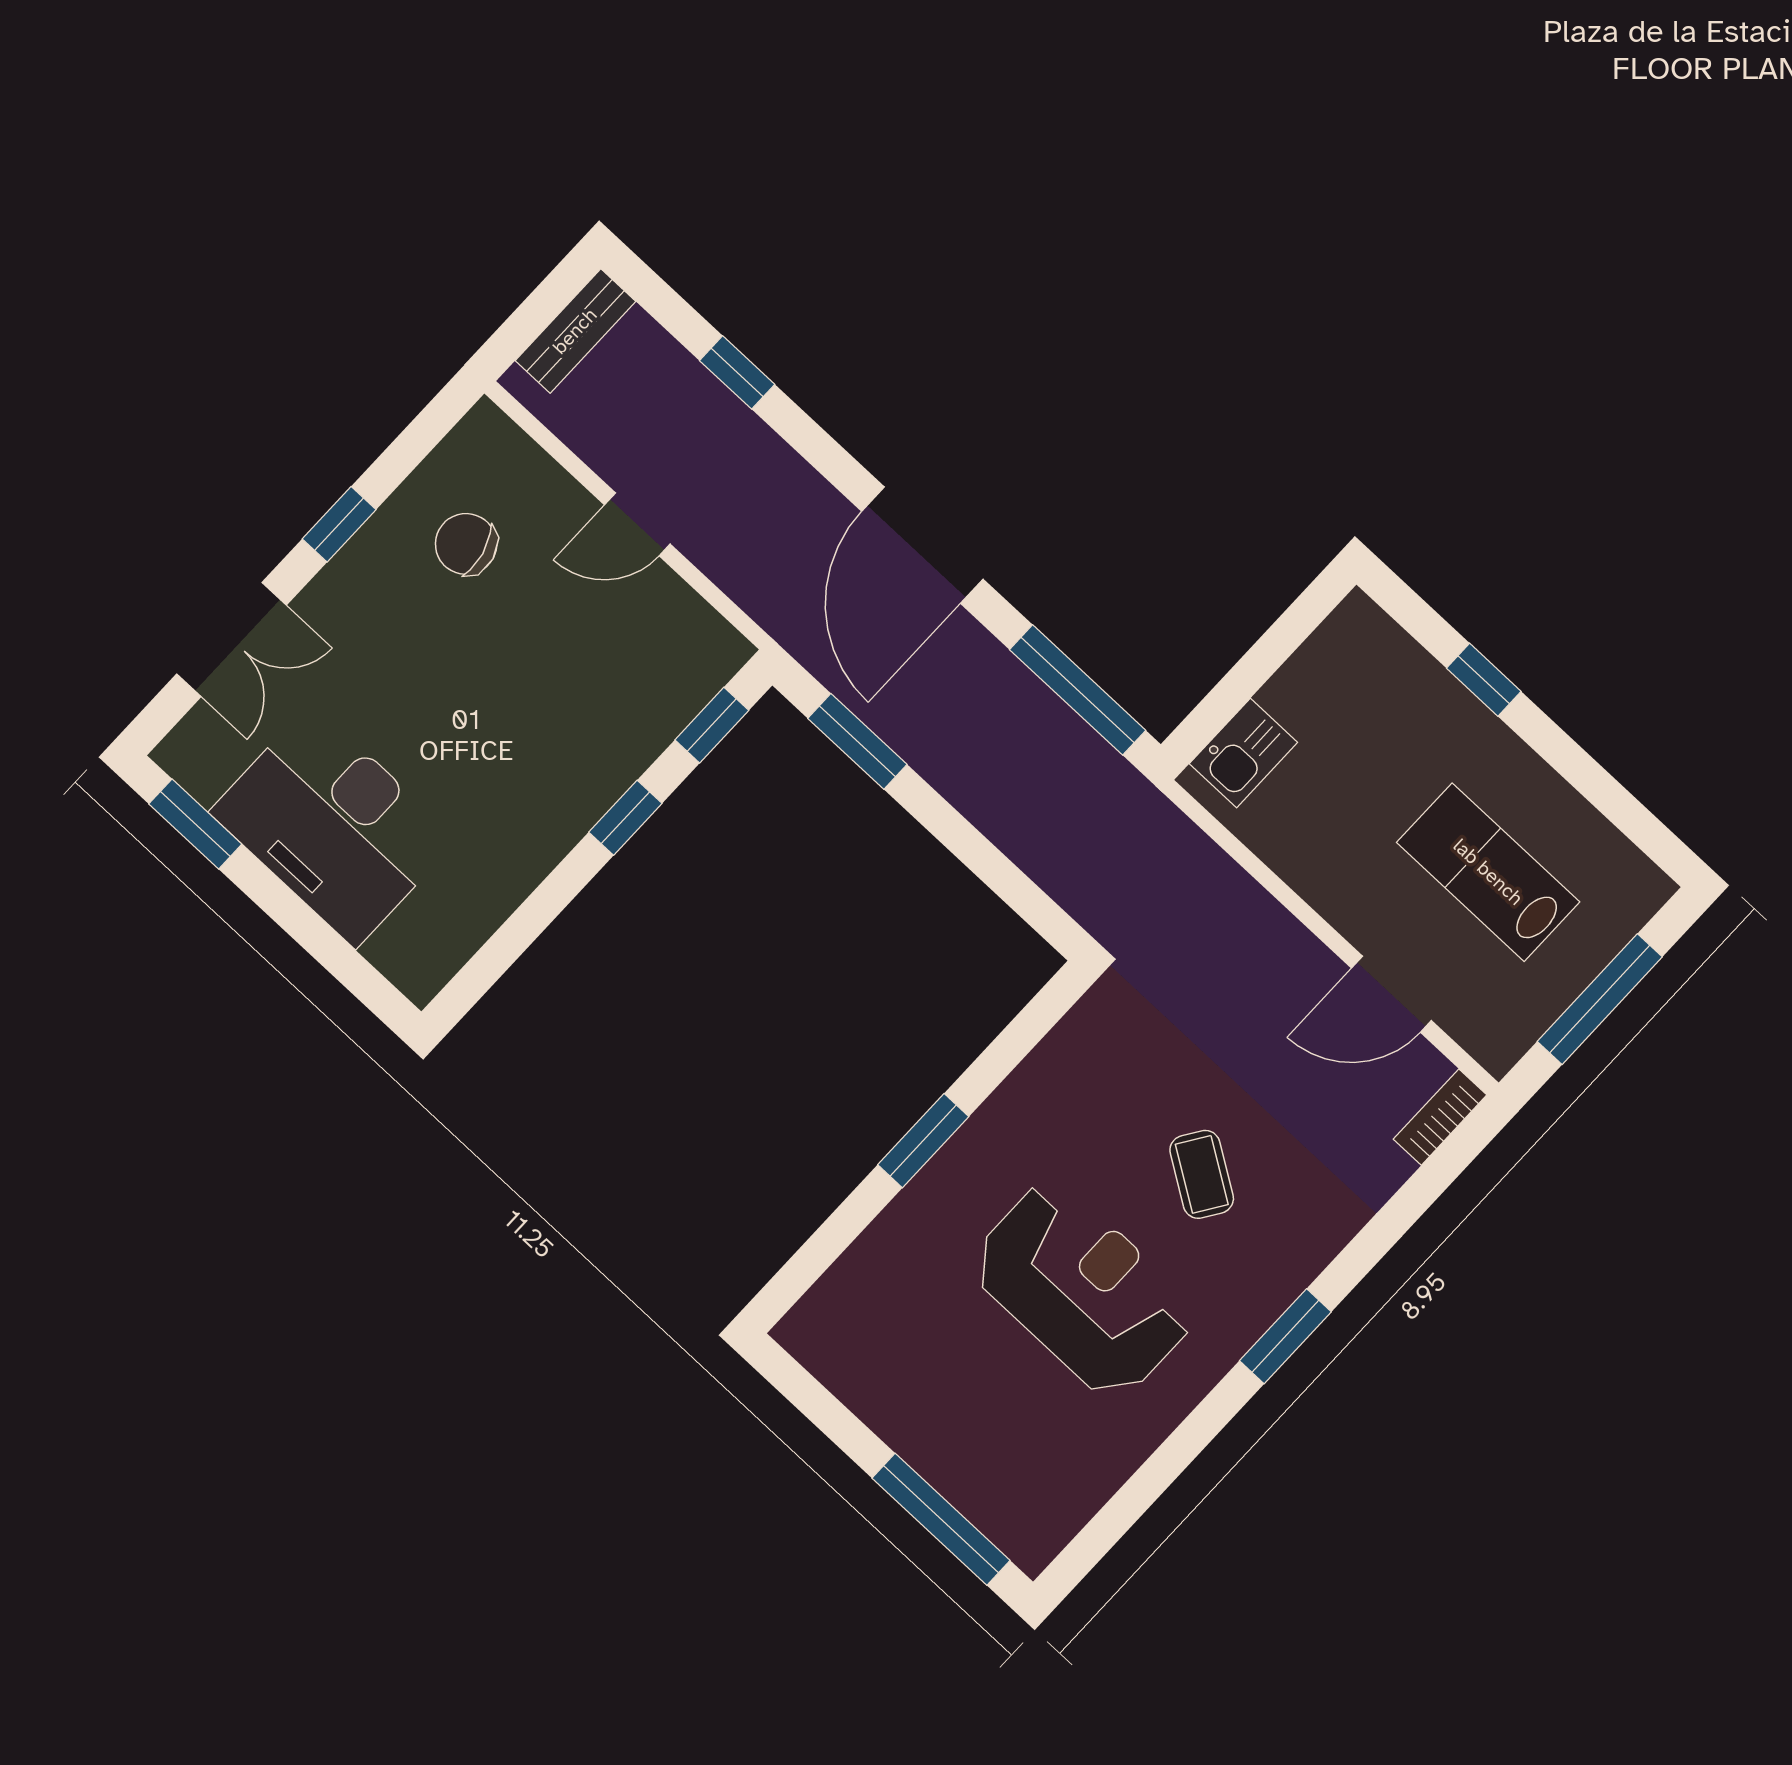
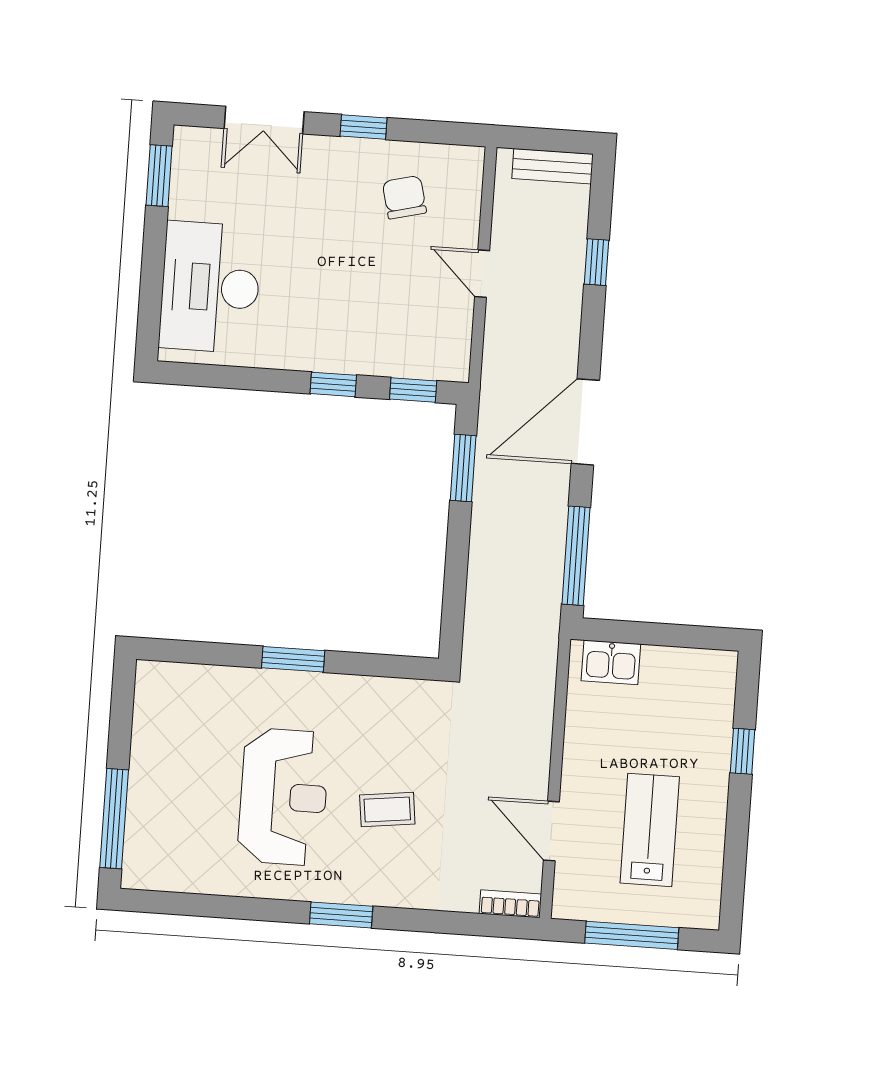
desk: (333, 826) -> (210, 287), moved
coffee table: (1202, 1174) -> (387, 809), turned 50

